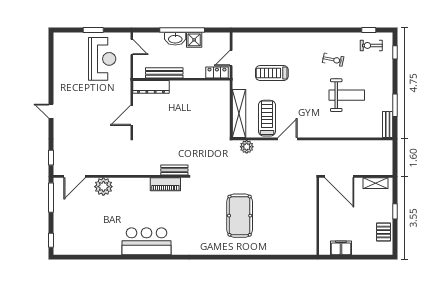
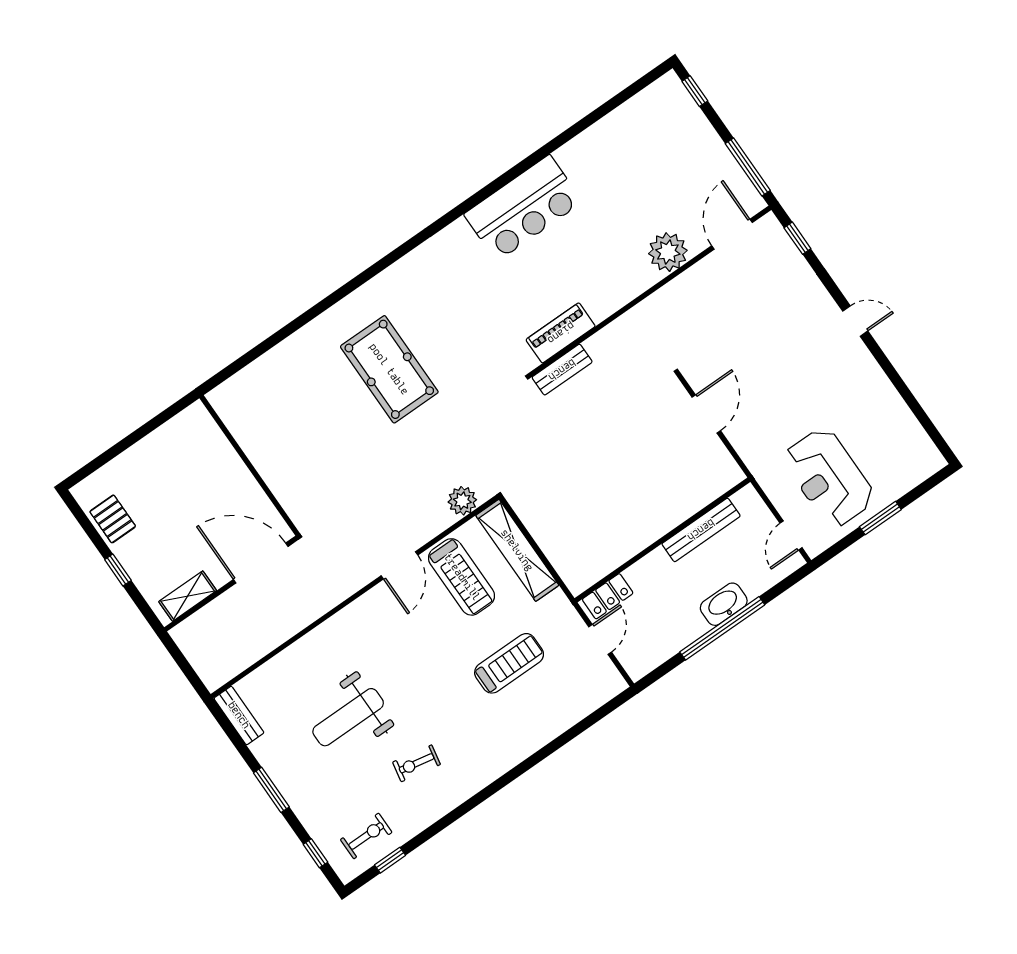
shower: (194, 40) -> (689, 626), removed
door: (132, 47) -> (791, 535), hinge flipped
dresser: (151, 87) -> (707, 489), removed
window: (395, 105) -> (271, 790), moved
filing cabinet: (341, 248) -> (169, 438), removed

